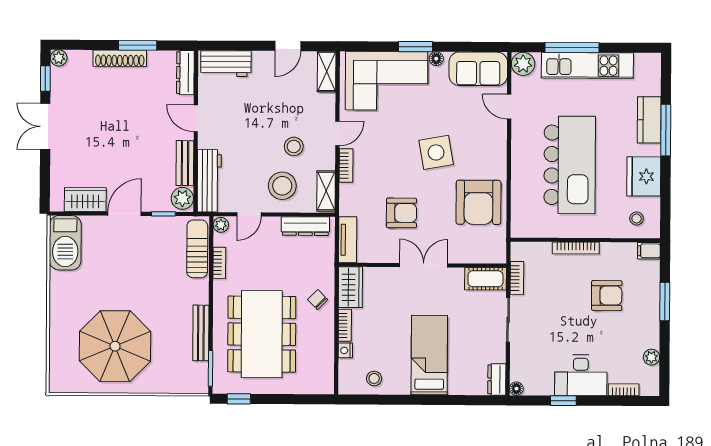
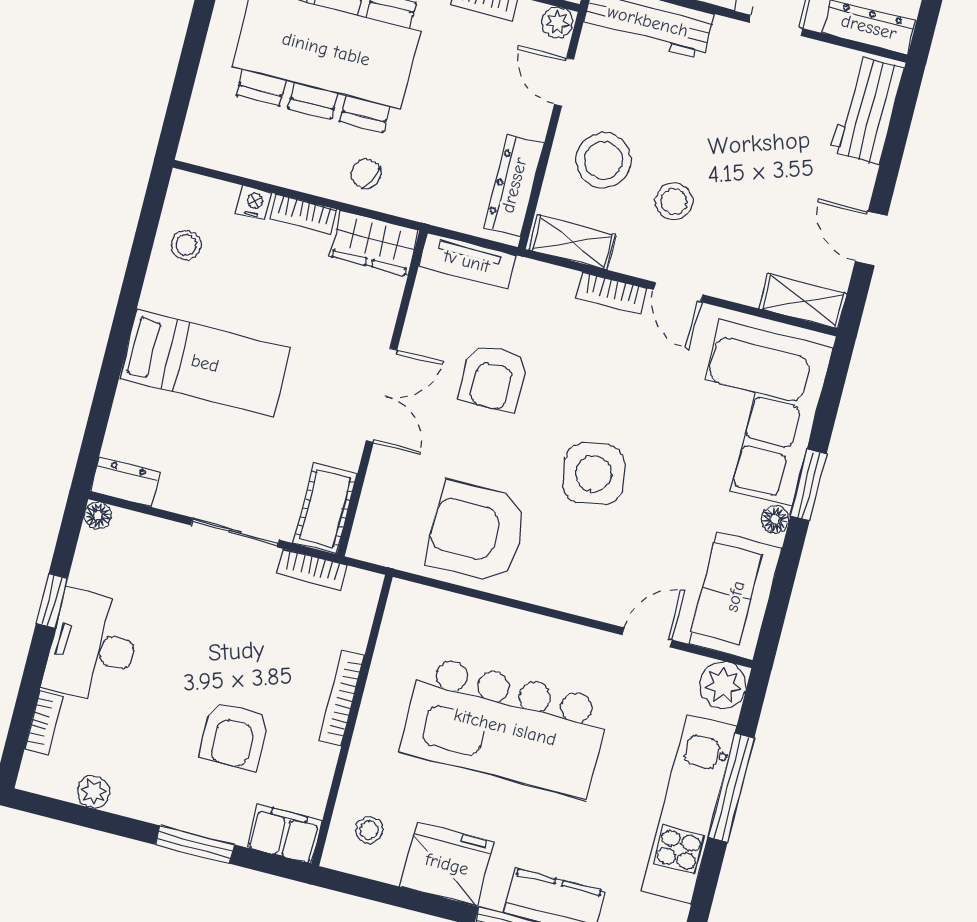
filing cabinet: (649, 251) -> (284, 834), width x2.00
chair: (318, 300) -> (366, 174), turned -106

